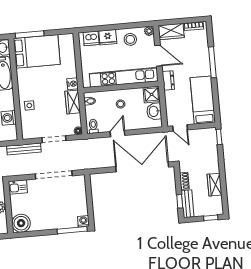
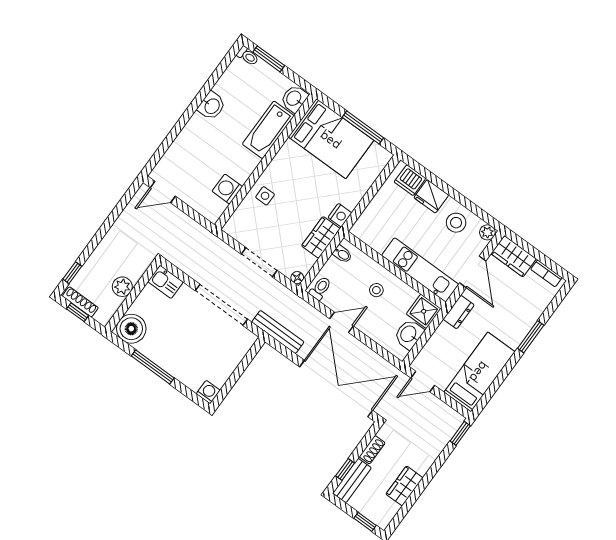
window: (30, 35) -> (363, 127), moved
window: (212, 62) -> (531, 337), width x0.69
kitchen unit: (124, 77) -> (420, 270), width x0.73
door: (180, 128) -> (423, 382), hinge flipped
bench: (24, 149) -> (278, 332), moved
window: (72, 230) -> (153, 367), moved

